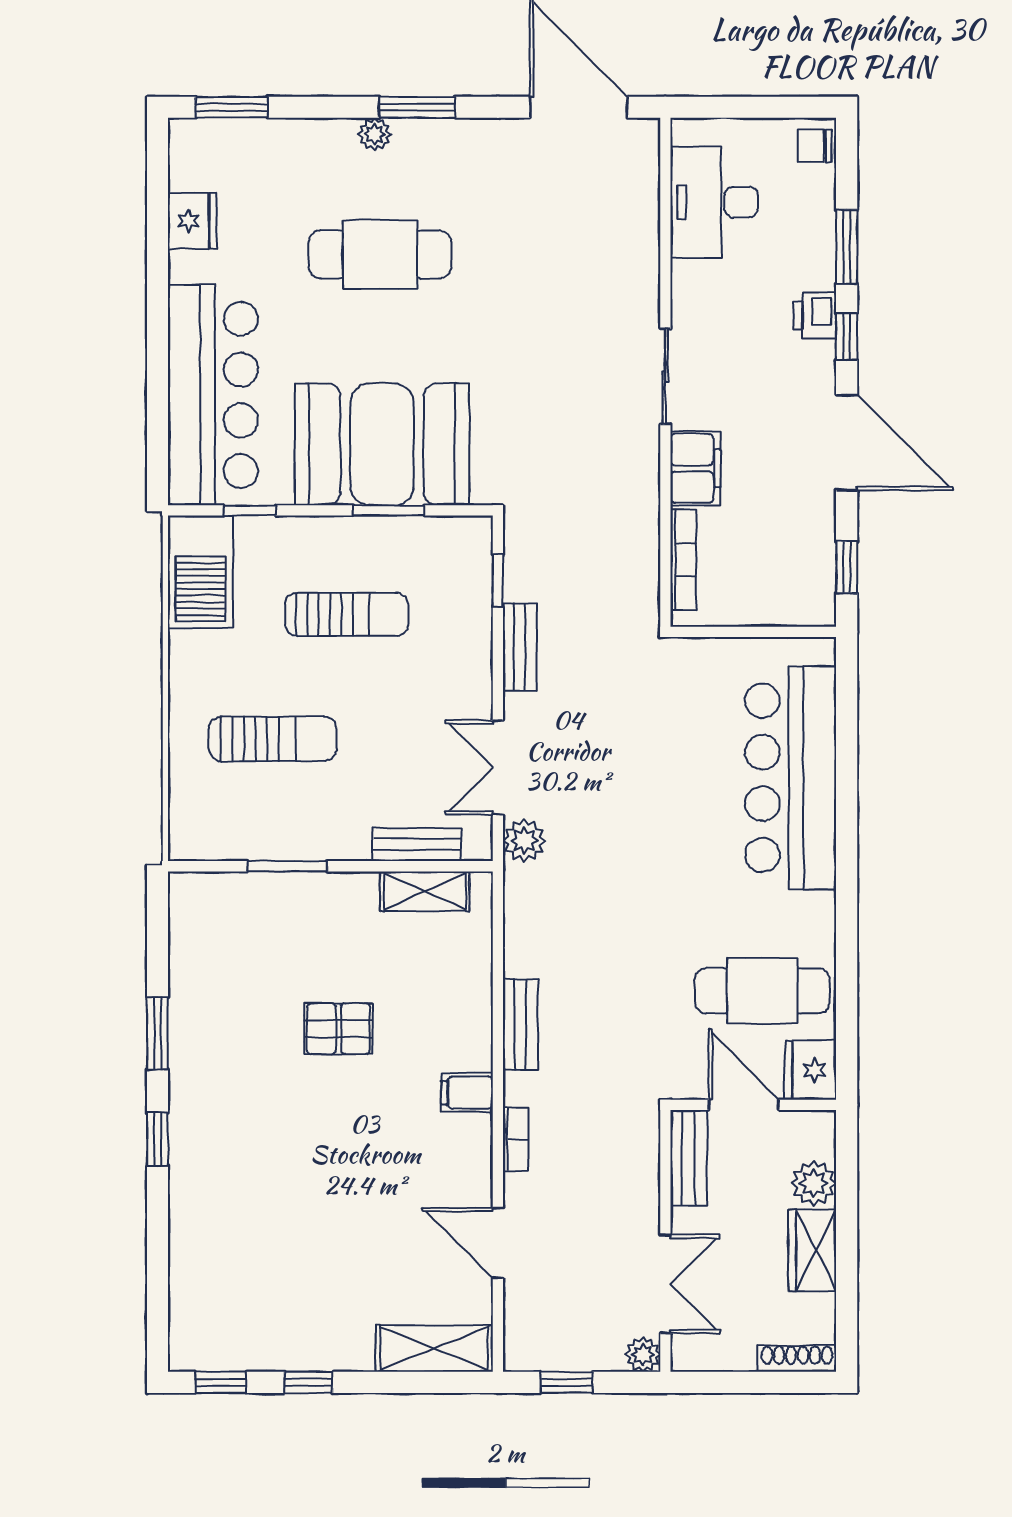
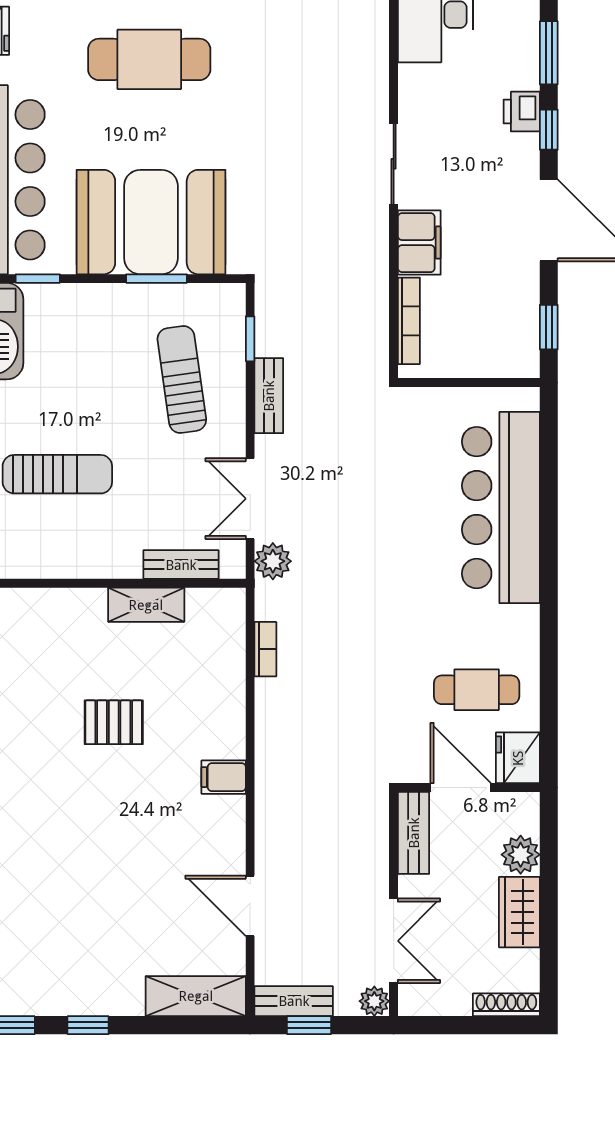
sun lounger: (347, 614) -> (182, 380), moved, turned -98
window: (287, 866) -> (70, 583), removed
shelving: (425, 891) -> (146, 605), moved
cafe table: (762, 991) -> (477, 690), width x0.73, depth x0.74
bench: (520, 1024) -> (294, 1001), moved, turned 90
bookcase: (516, 1139) -> (265, 649), moved

